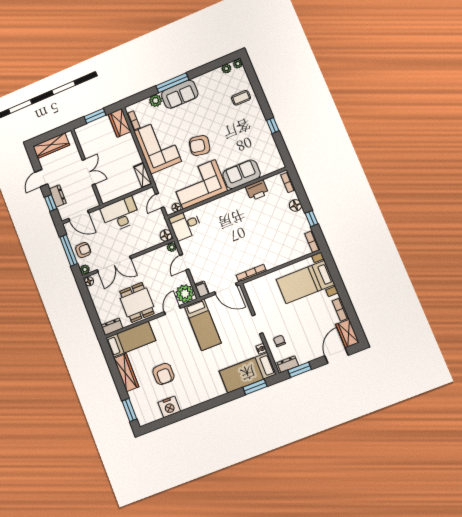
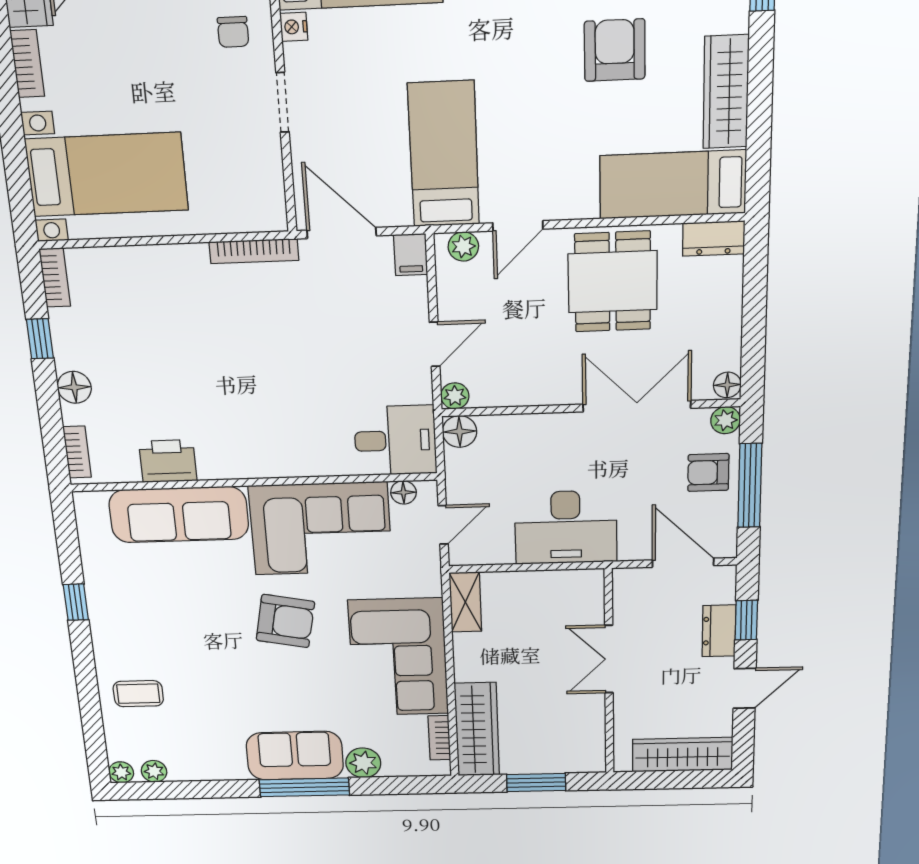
wardrobe: (120, 123) -> (477, 729), width x1.50
sofa: (242, 174) -> (179, 515), width x1.36
plant: (185, 294) -> (463, 246), width x0.53, depth x0.53

